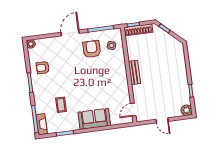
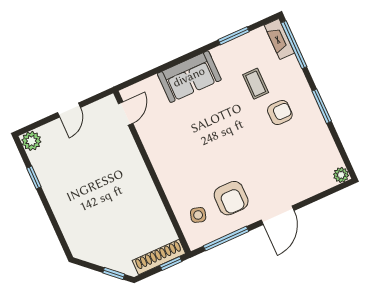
armchair: (43, 68) -> (280, 112), moved
bench: (134, 72) -> (143, 180), removed
door: (162, 120) -> (69, 110), swing flipped

